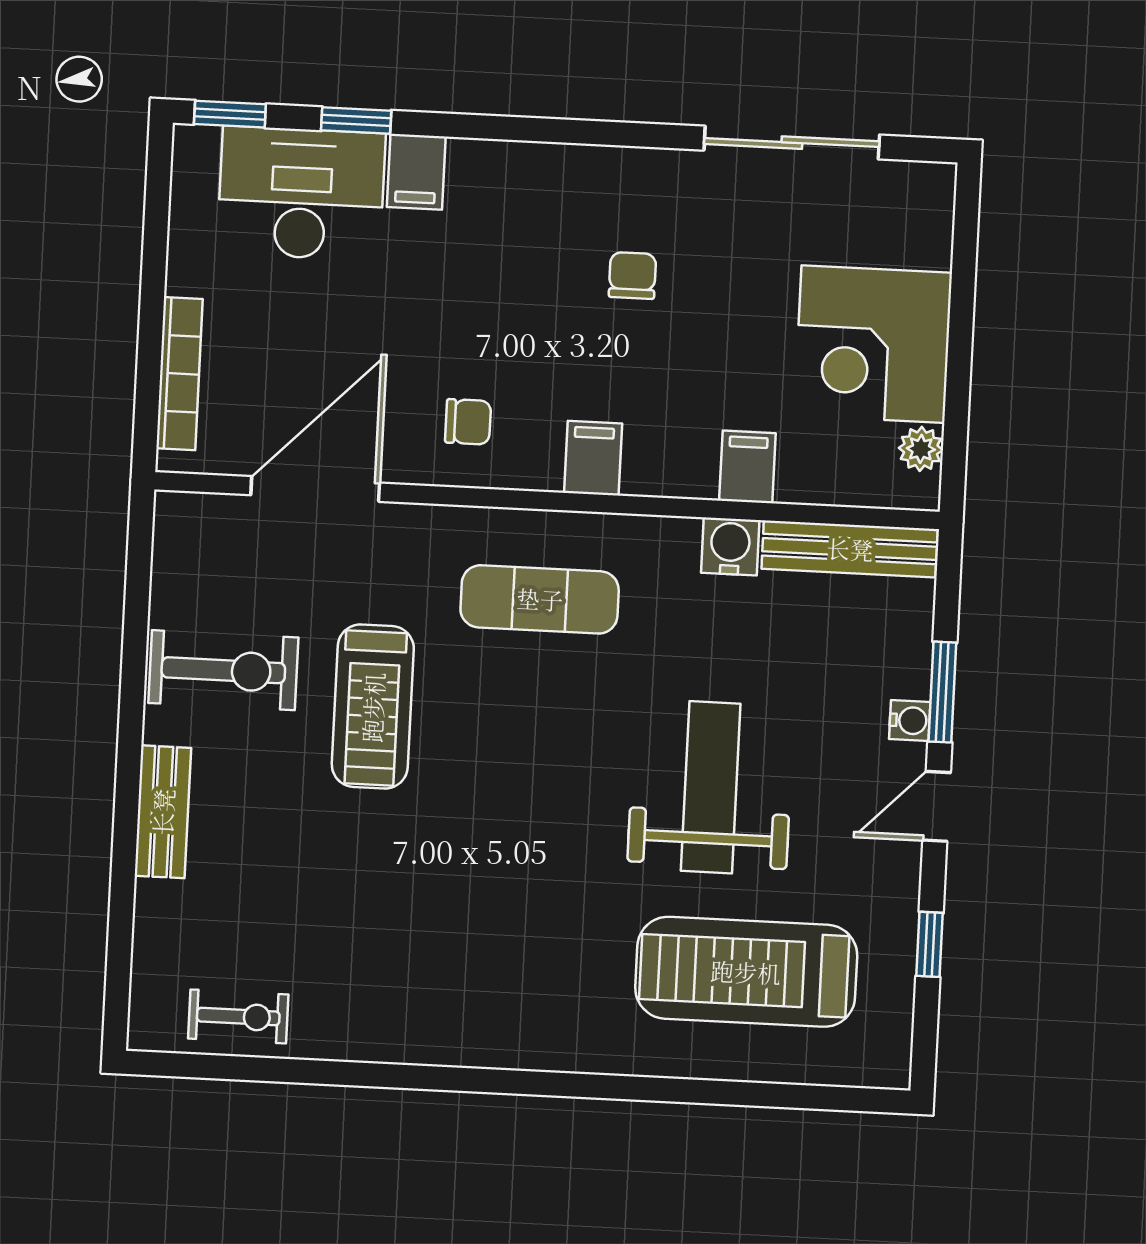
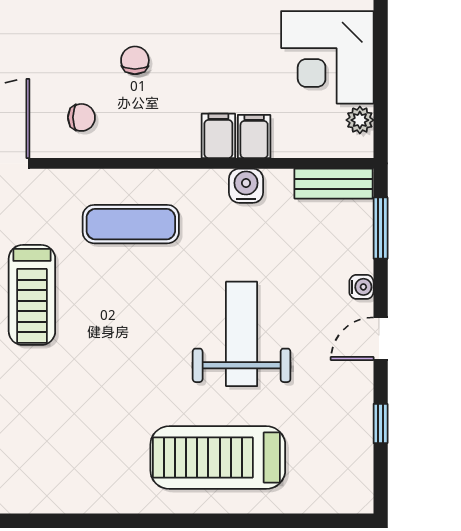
chair: (632, 276) -> (135, 60), moved
filing cabinet: (593, 458) -> (218, 136), moved
bench: (850, 549) -> (334, 184), width x0.73
window: (942, 692) -> (381, 228), moved
treadmill: (746, 972) -> (218, 458), moved

